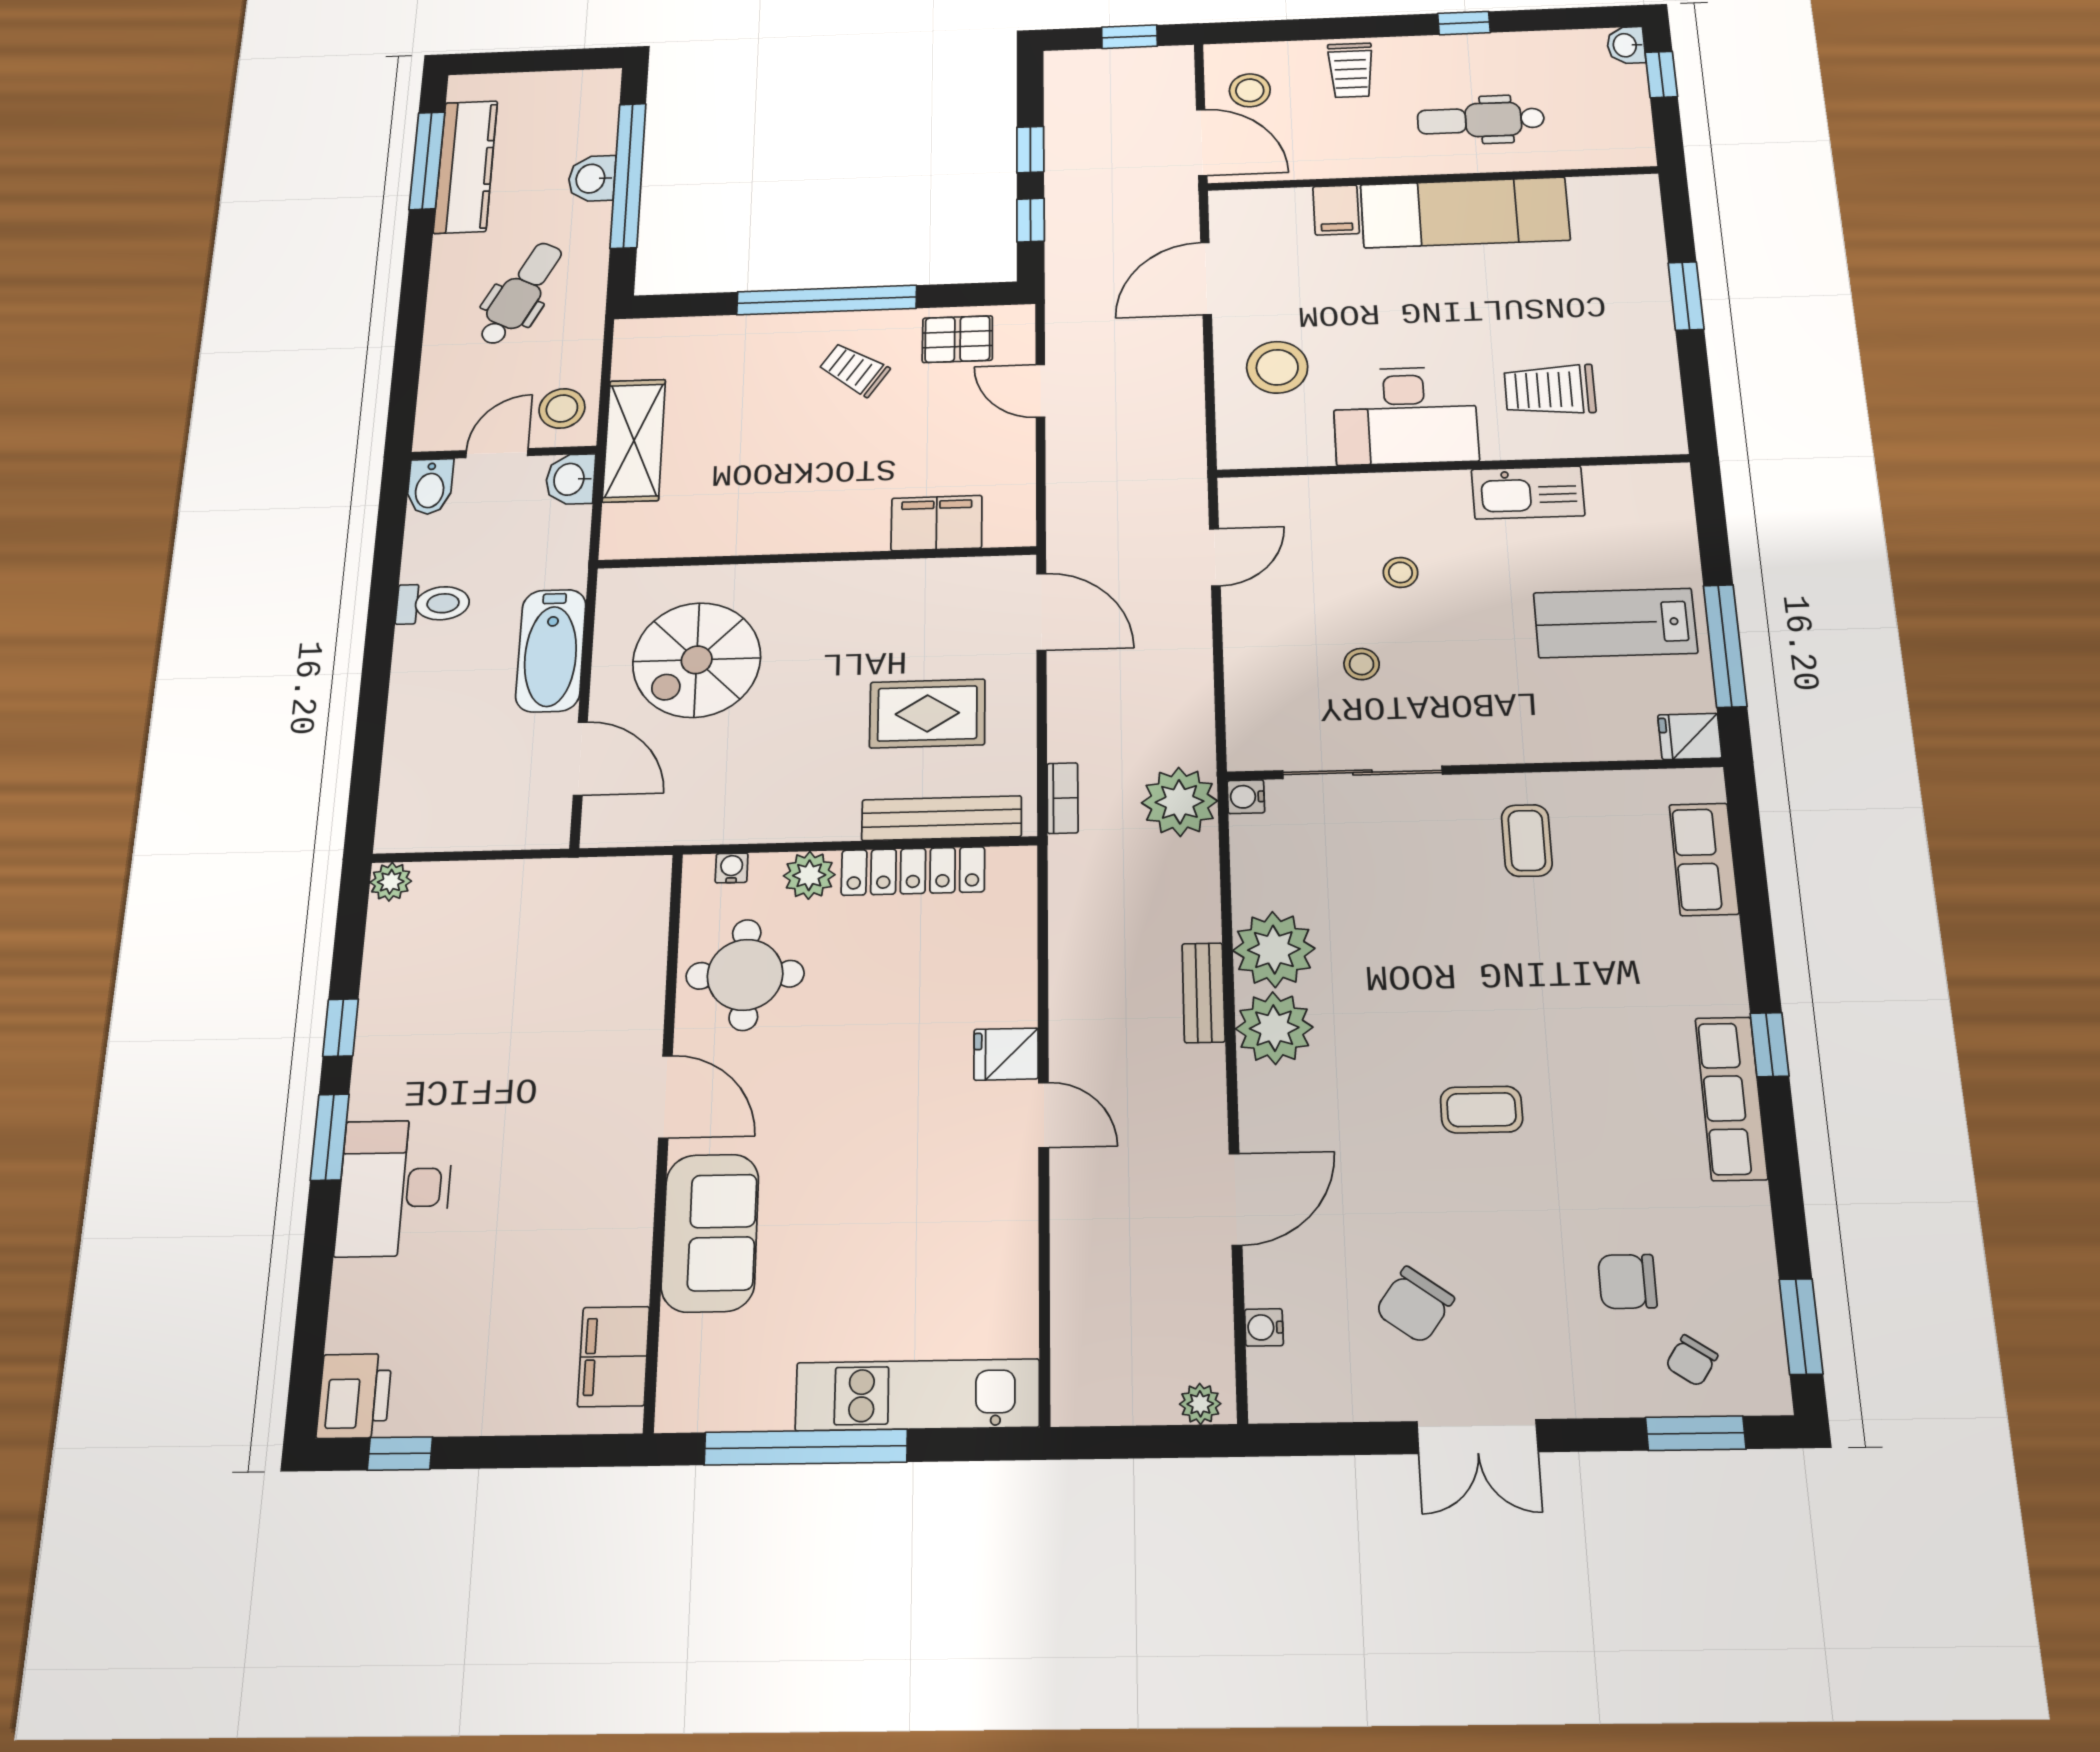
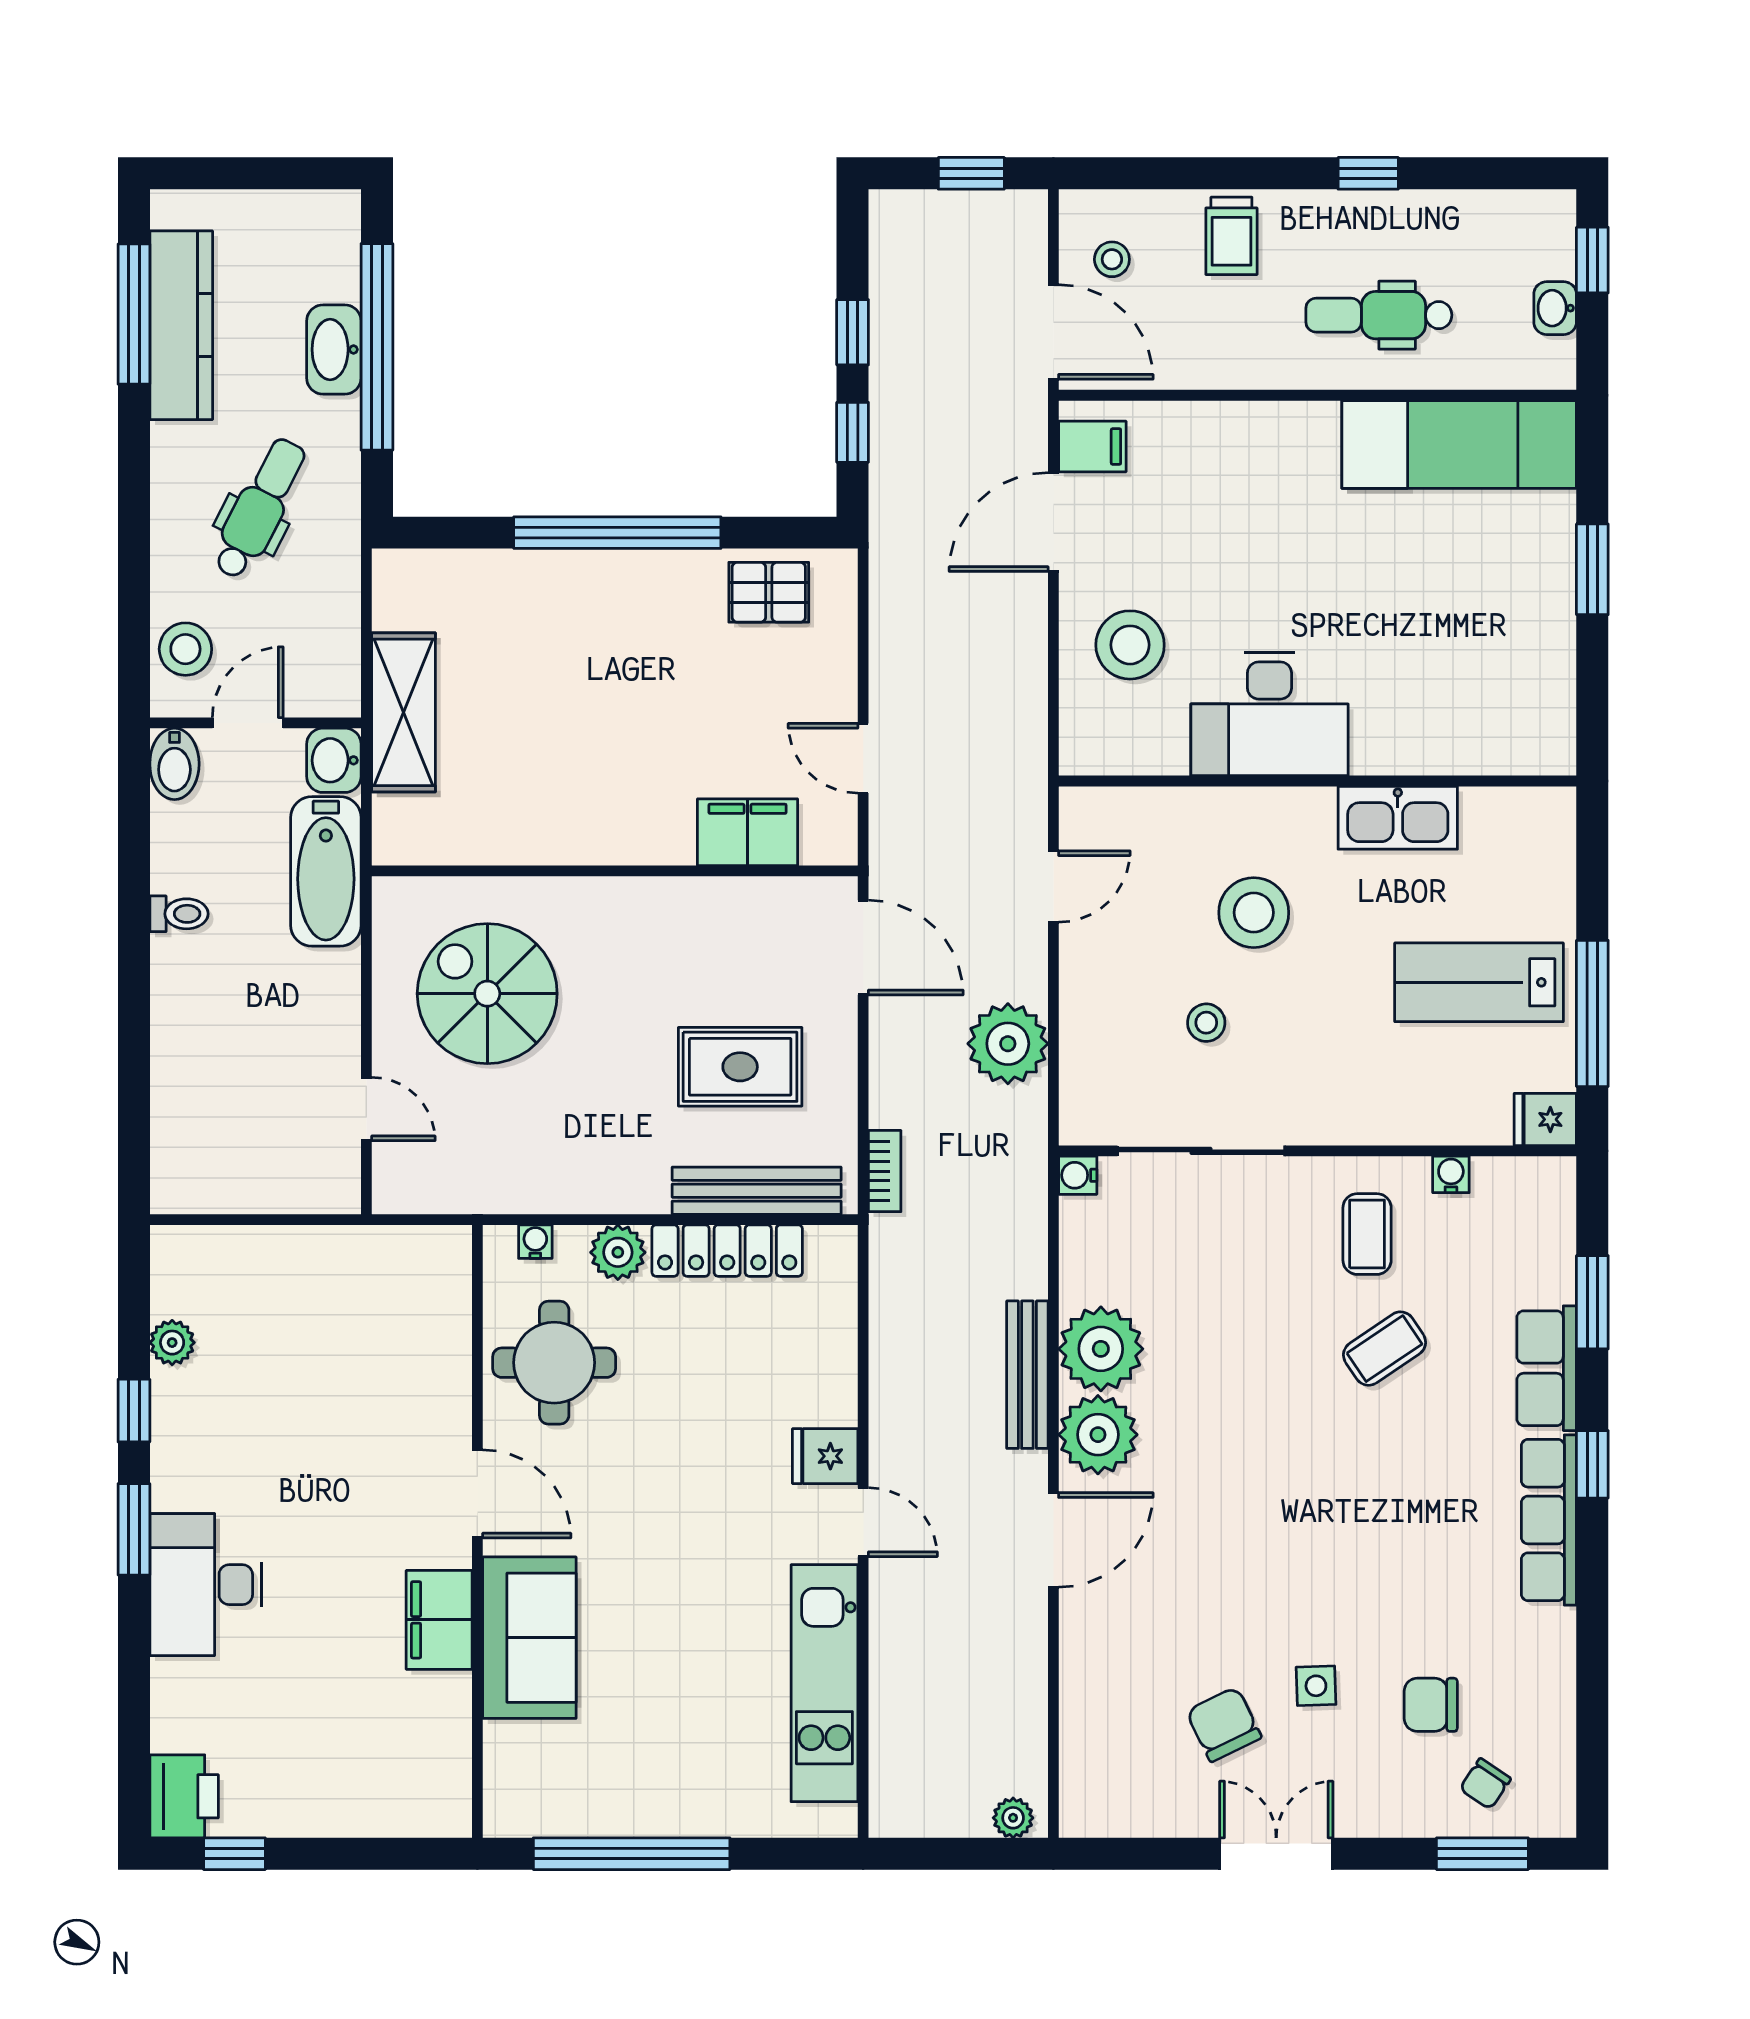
washbasin: (1626, 45) -> (1555, 308), moved
stool: (1250, 90) -> (1112, 259), width x0.73, depth x0.73
washbasin: (592, 179) -> (334, 349), width x1.38
filing cabinet: (1336, 210) -> (1092, 446), moved, turned -90
exam couch: (1465, 212) -> (1459, 444), moved
trolley: (854, 369) -> (651, 628), removed
trolley: (1550, 390) -> (1431, 687), removed
door: (1040, 391) -> (863, 758), moved
stool: (562, 408) -> (185, 649), moved
stool: (1401, 572) -> (1254, 913), width x1.89, depth x1.89
toilet: (433, 604) -> (179, 914), width x0.73, depth x0.72
bathtub: (551, 650) -> (326, 871), moved
spiral stairs: (697, 660) -> (487, 994), turned 90
door: (580, 759) -> (366, 1109), width x0.73
plant: (1179, 802) -> (1008, 1044), moved
row of seats: (1704, 859) -> (1547, 1368), moved
plant: (391, 882) -> (172, 1343), moved
bench: (1203, 993) -> (1027, 1375), width x1.36
coffee table: (1481, 1110) -> (1385, 1349), moved, turned -34
door: (1236, 1199) -> (1053, 1540), moved
side table: (1507, 1265) -> (1316, 1686), added
chair: (1415, 1305) -> (1224, 1724), turned 118
window: (1801, 1326) -> (1592, 1302), moved
water cooler: (1264, 1327) -> (1451, 1174), moved, turned 90
filing cabinet: (614, 1356) -> (439, 1620), moved
kitchen unit: (917, 1395) -> (824, 1683), moved, turned -90
double door: (1477, 1437) -> (1276, 1854), swing flipped

